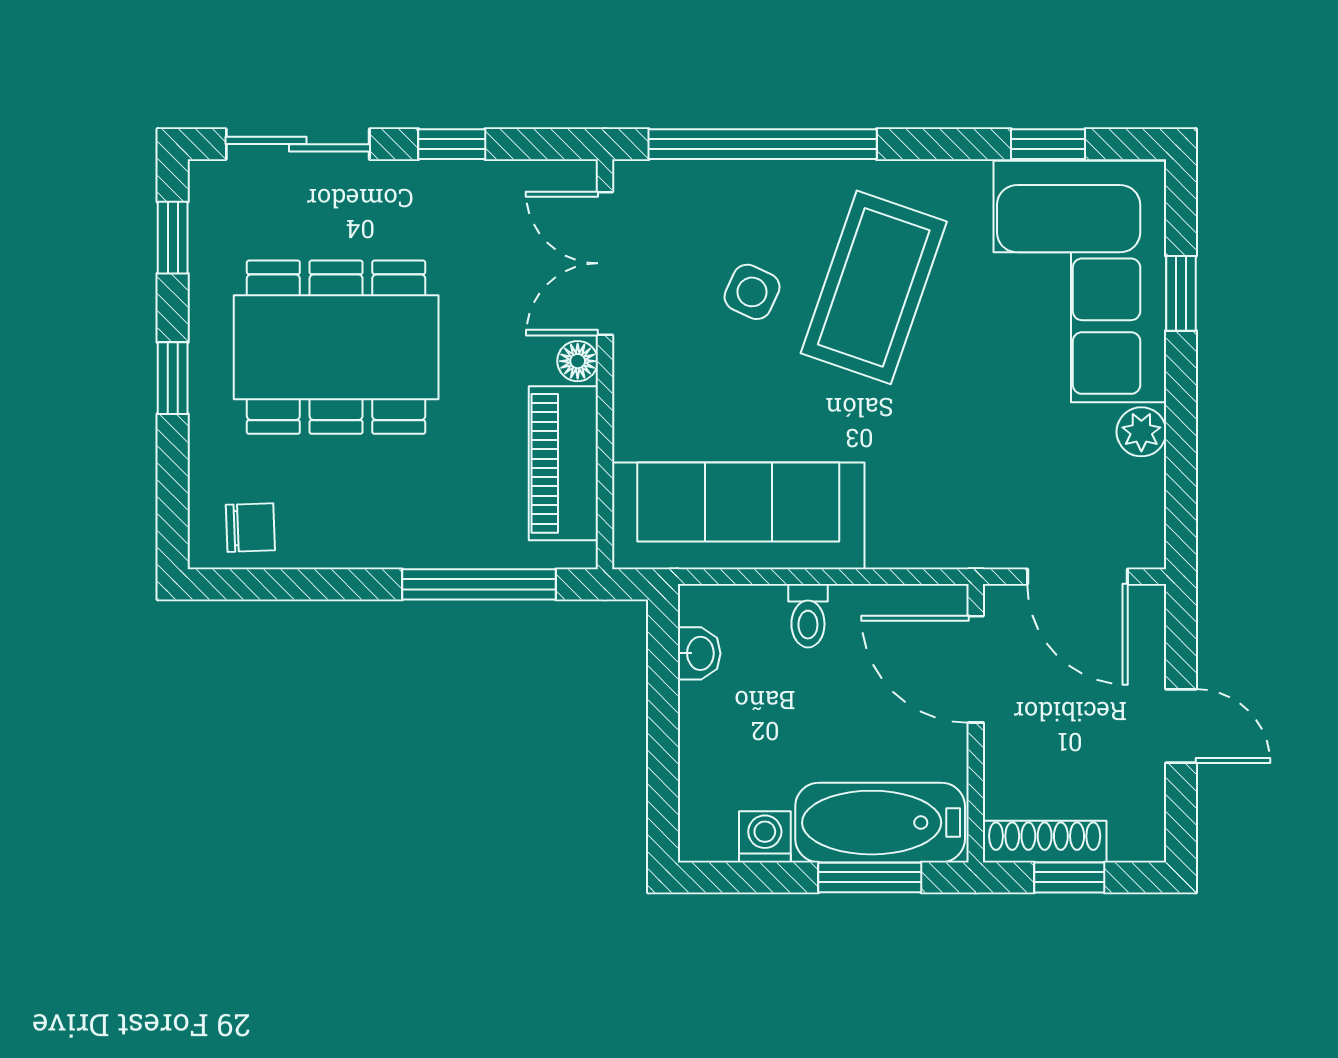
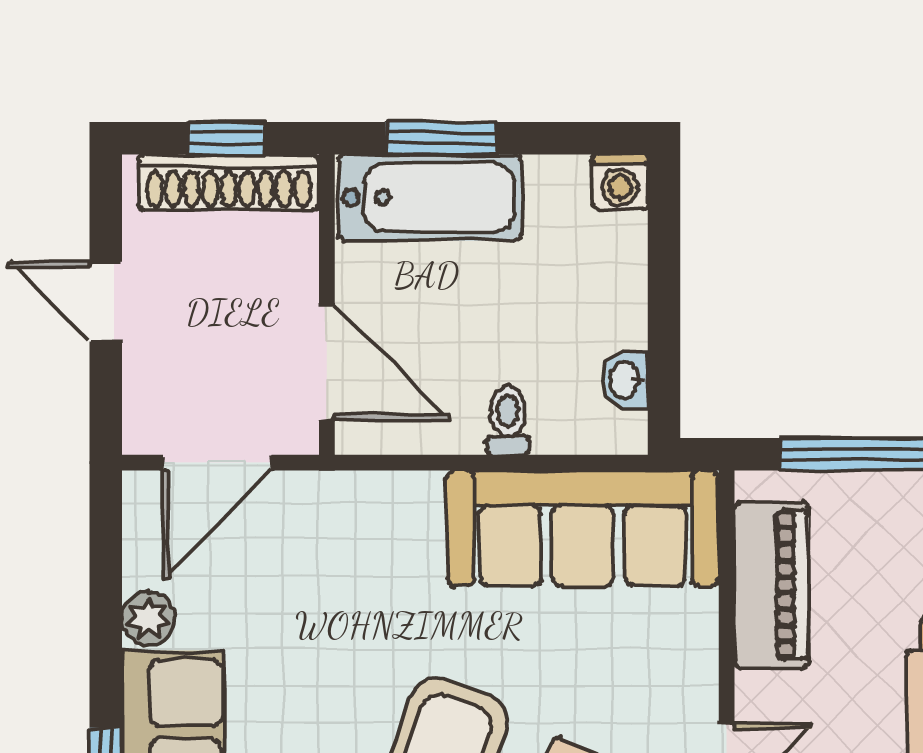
floor lamp: (578, 361) -> (756, 695), removed
door: (1077, 577) -> (217, 463), swing flipped
washing machine: (765, 837) -> (620, 182), moved
shoe rack: (1045, 842) -> (229, 182), width x1.36, depth x1.24

